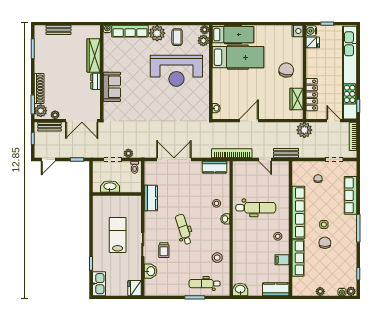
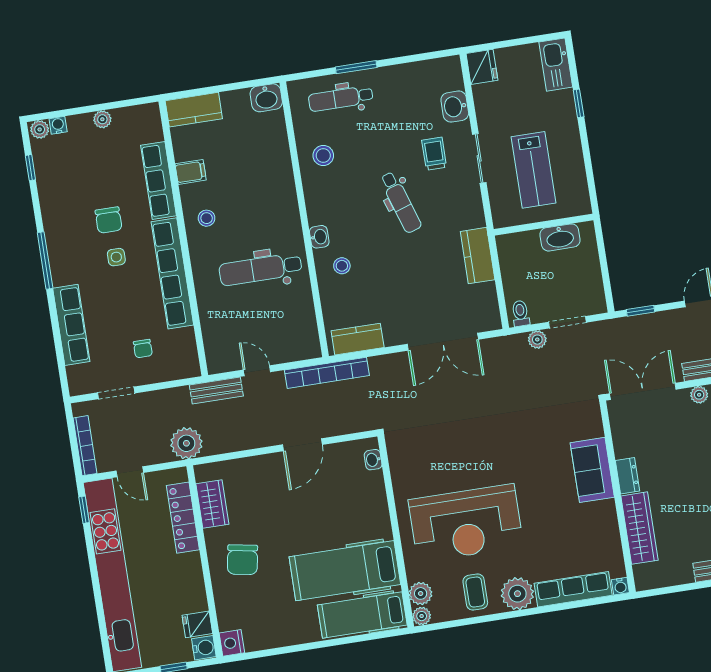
reception desk: (176, 71) -> (466, 523), turned 180
washbasin: (110, 187) -> (560, 237), moved
wall: (117, 194) -> (544, 225), moved
dental chair: (205, 284) -> (341, 98), turned 180

